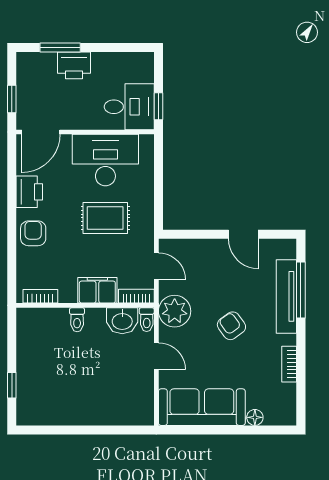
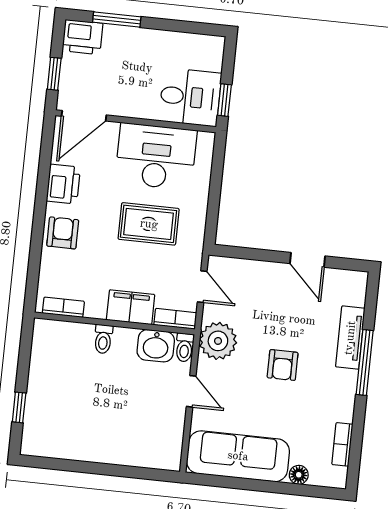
printer: (74, 65) -> (82, 37), moved
window: (301, 290) -> (365, 362), moved
tv unit: (286, 296) -> (350, 338), width x0.71
armchair: (231, 326) -> (283, 365), turned -144
bookcase: (289, 364) -> (342, 444), moved

